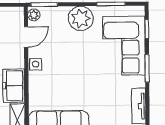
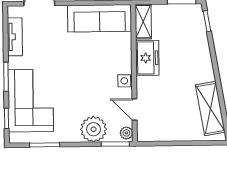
plant: (81, 18) -> (94, 129), moved
door: (26, 37) -> (134, 110), hinge flipped

